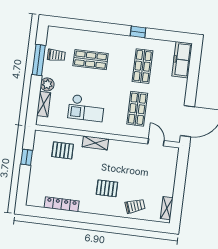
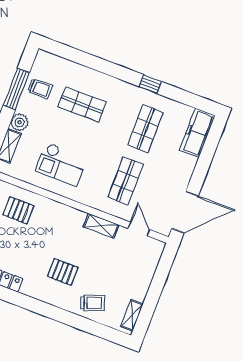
shelving: (95, 143) -> (101, 226), moved

